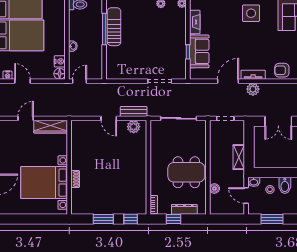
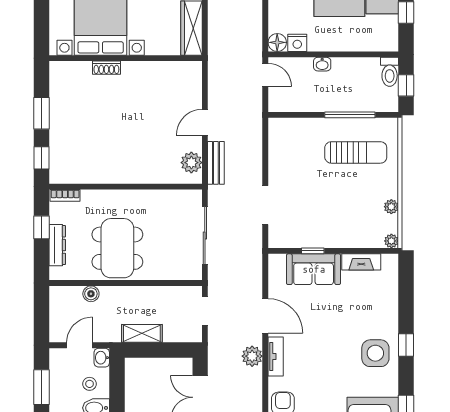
sun lounger: (114, 27) -> (356, 152), moved

